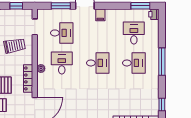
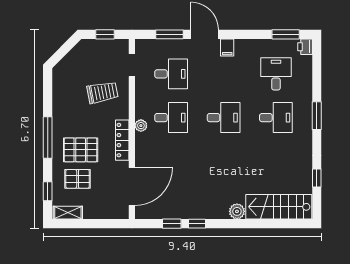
window: (162, 62) -> (317, 116), width x0.69
desk: (62, 63) -> (171, 118), turned 90

